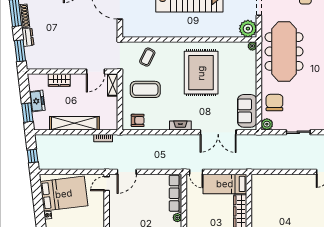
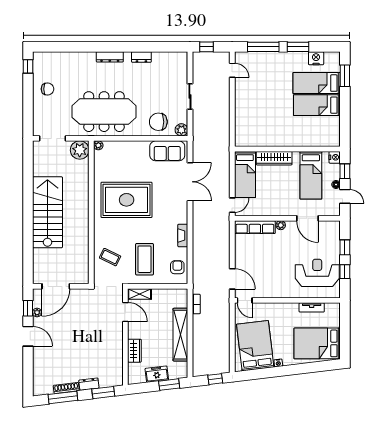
fireplace: (180, 125) -> (183, 235), moved

